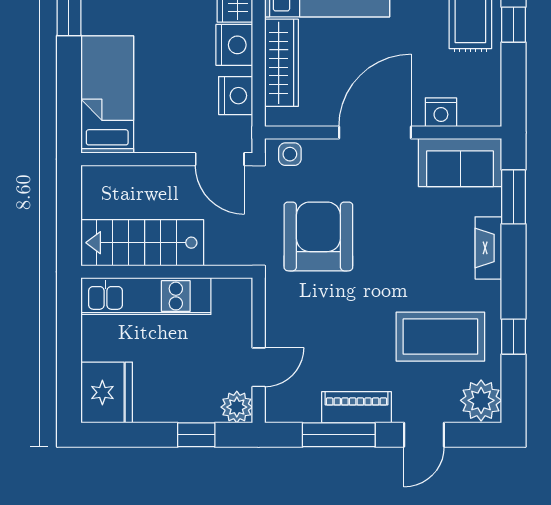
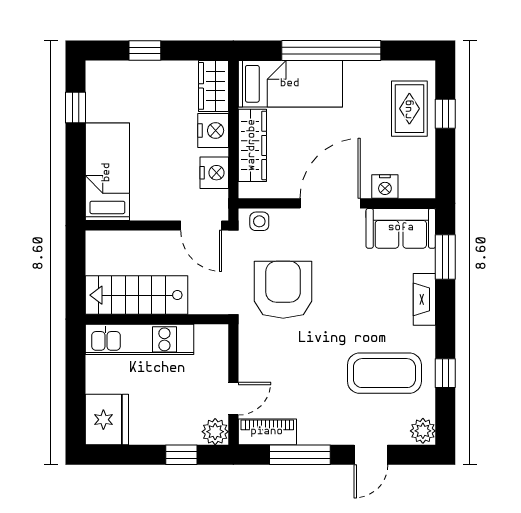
plant: (481, 400) -> (423, 431), width x0.73, depth x0.73
piano: (356, 407) -> (267, 432), moved

